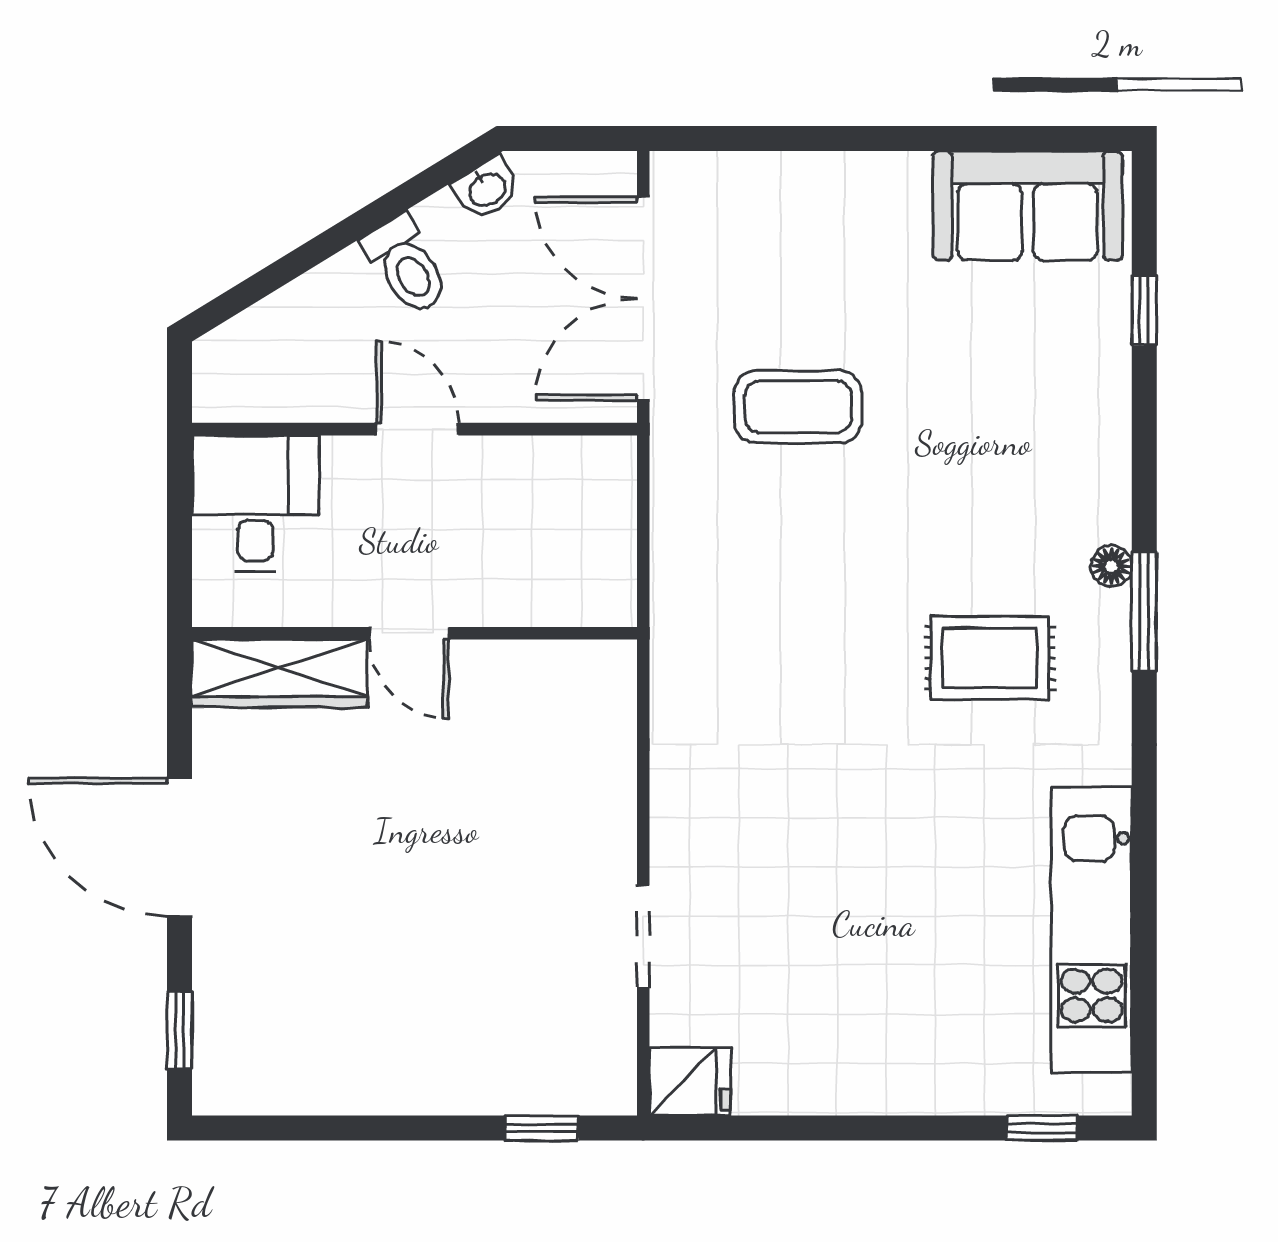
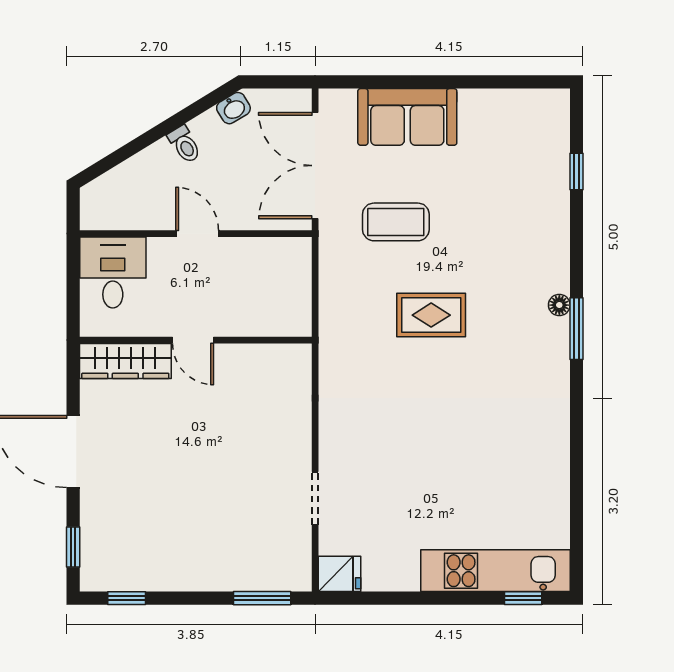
sofa: (1028, 206) -> (407, 117), moved
toilet: (406, 265) -> (184, 144), width x0.73, depth x0.72
rug: (990, 658) -> (431, 315), moved
kitchen unit: (1092, 930) -> (495, 571), moved, turned 90
window: (282, 1128) -> (127, 598), added
window: (542, 1128) -> (262, 598), width x1.50

